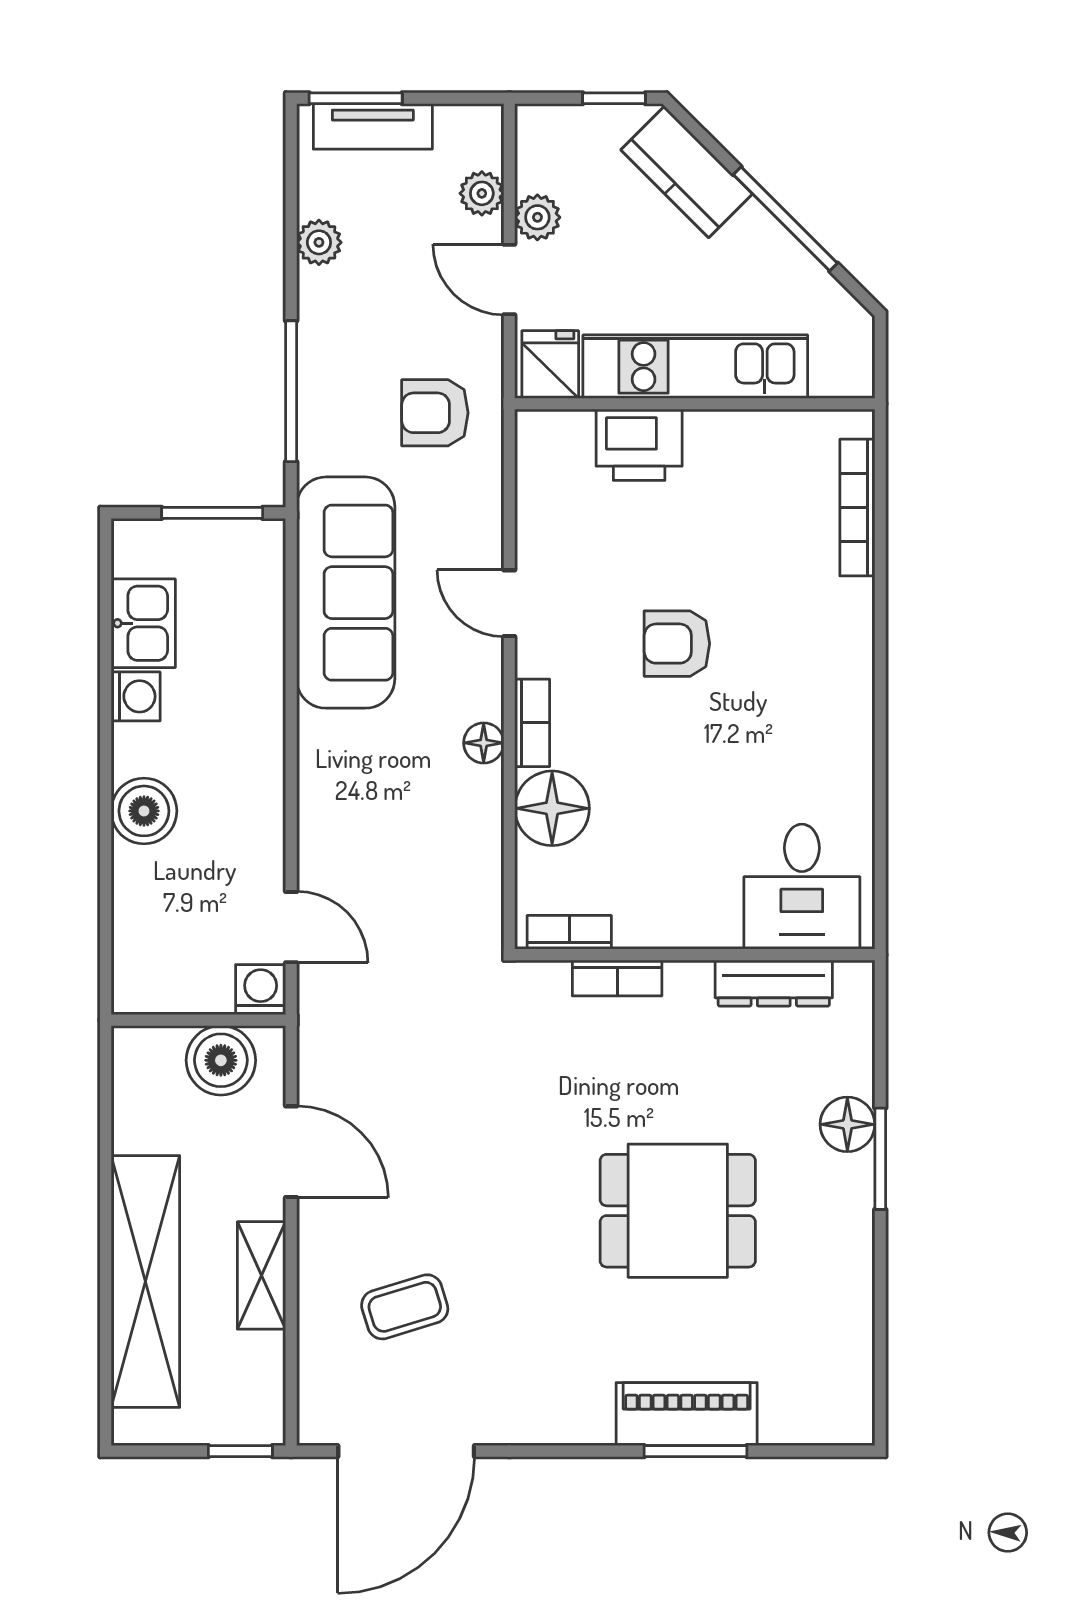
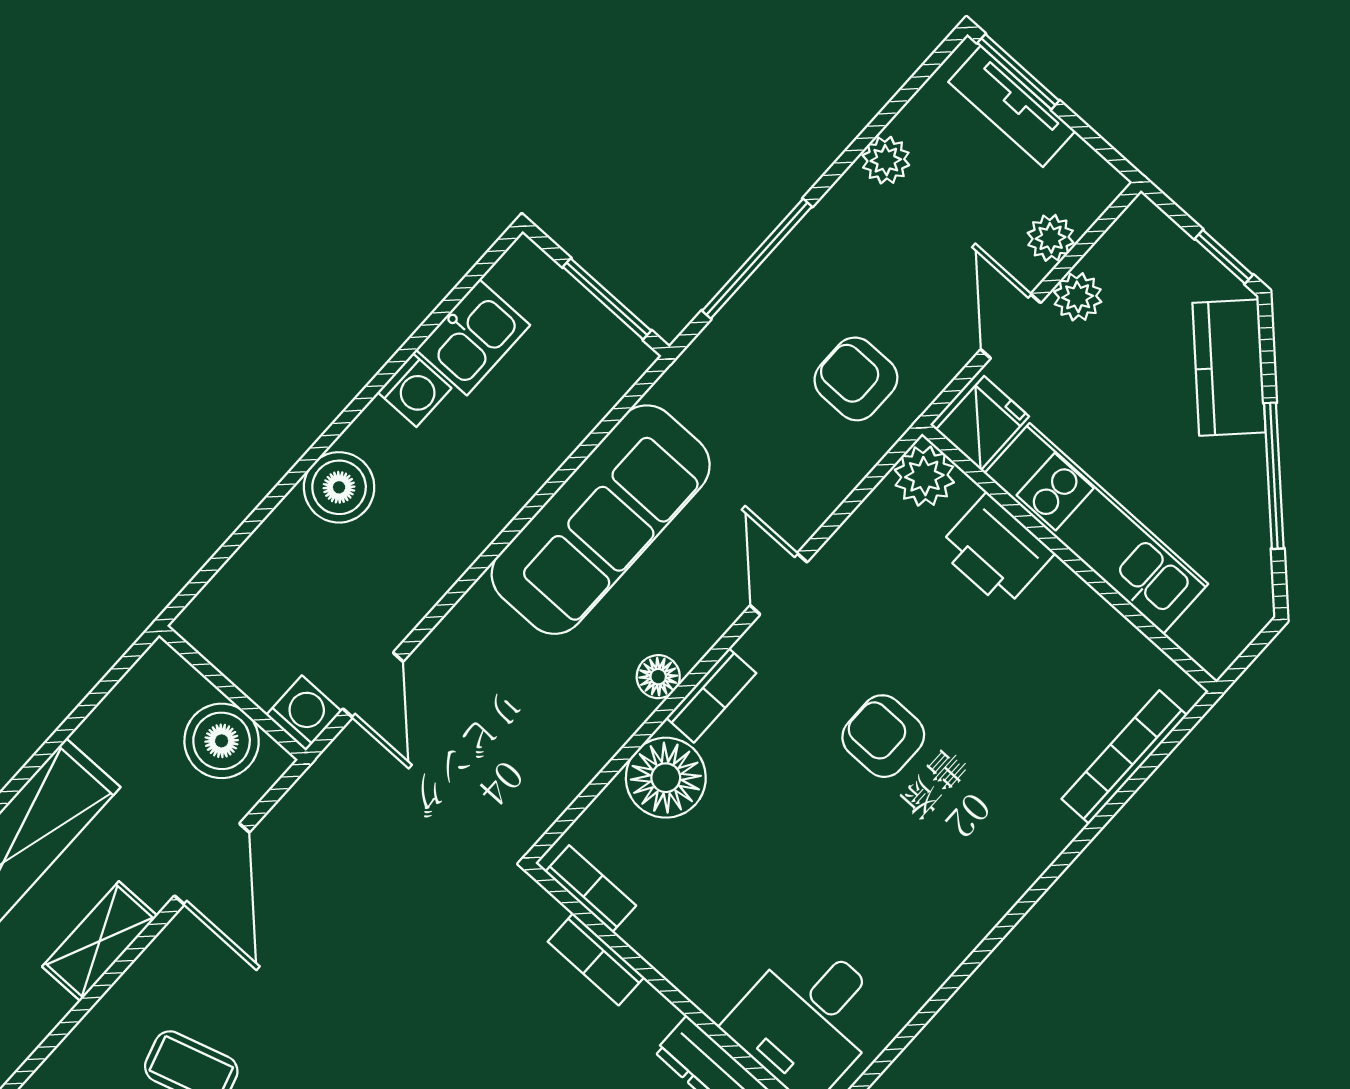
plant: (543, 438) -> (924, 476), added
sofa: (346, 593) -> (601, 520), moved

